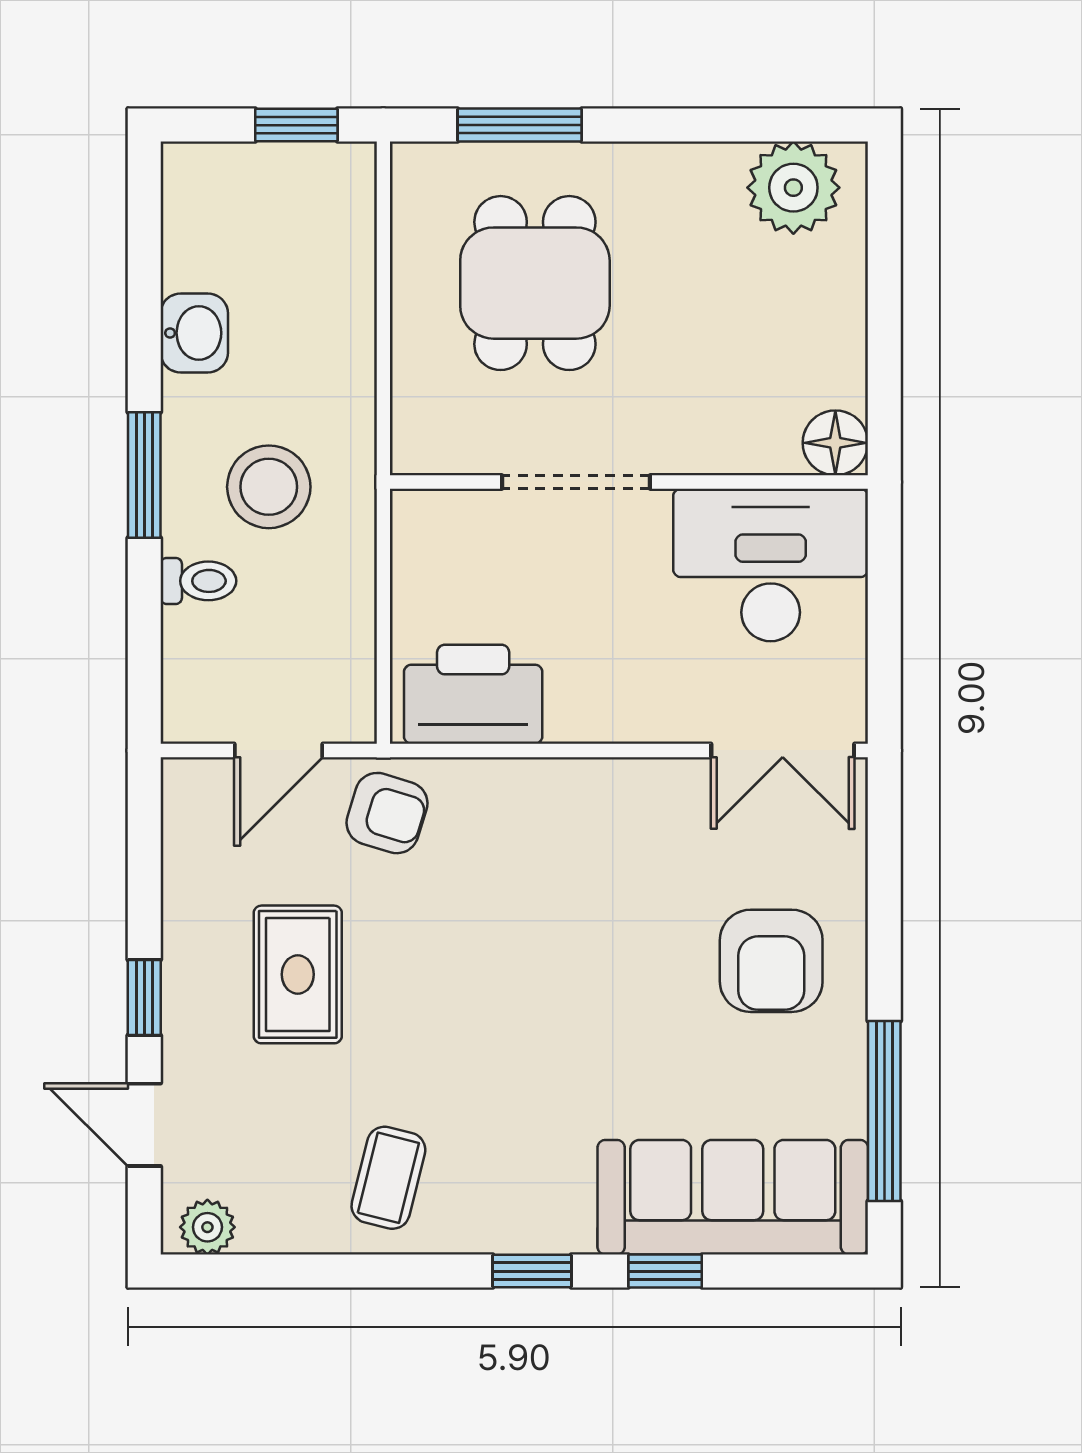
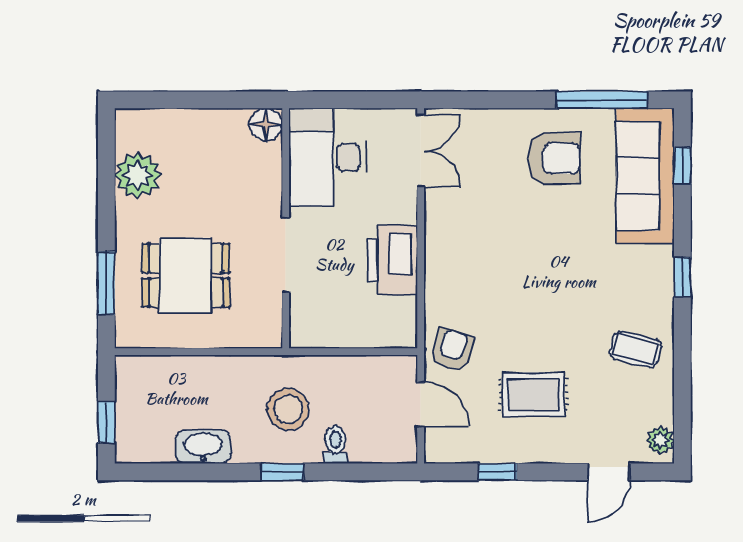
window: (296, 125) -> (106, 422), moved
plant: (793, 188) -> (138, 175), moved
washbasin: (194, 333) -> (203, 447), width x1.38
window: (144, 475) -> (282, 472), width x0.67
printer: (473, 694) -> (392, 260), moved
armchair: (771, 961) -> (554, 158), moved
window: (144, 997) -> (497, 472), moved
window: (665, 1271) -> (682, 166), moved

